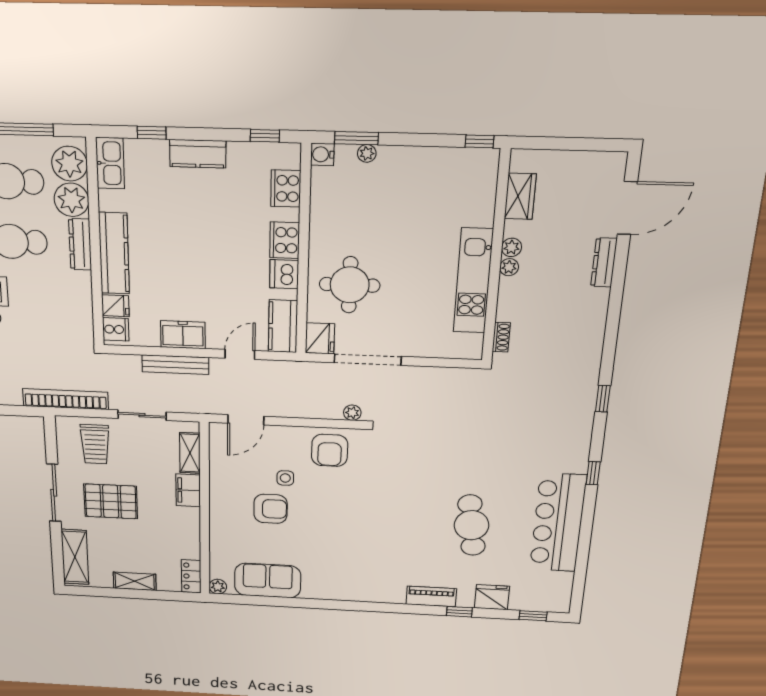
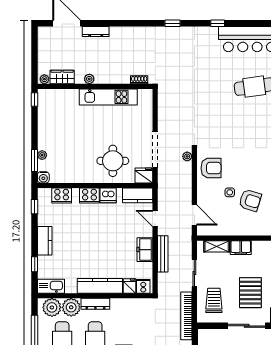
plant: (509, 267) -> (44, 79), moved
trolley: (95, 444) -> (214, 300), turned -90
armchair: (271, 509) -> (250, 200), turned 107

